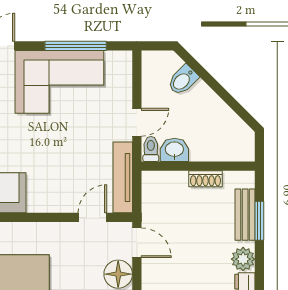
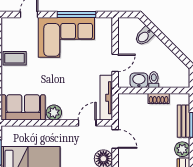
toilet: (151, 149) -> (154, 80), moved
plant: (40, 201) -> (54, 113), added

